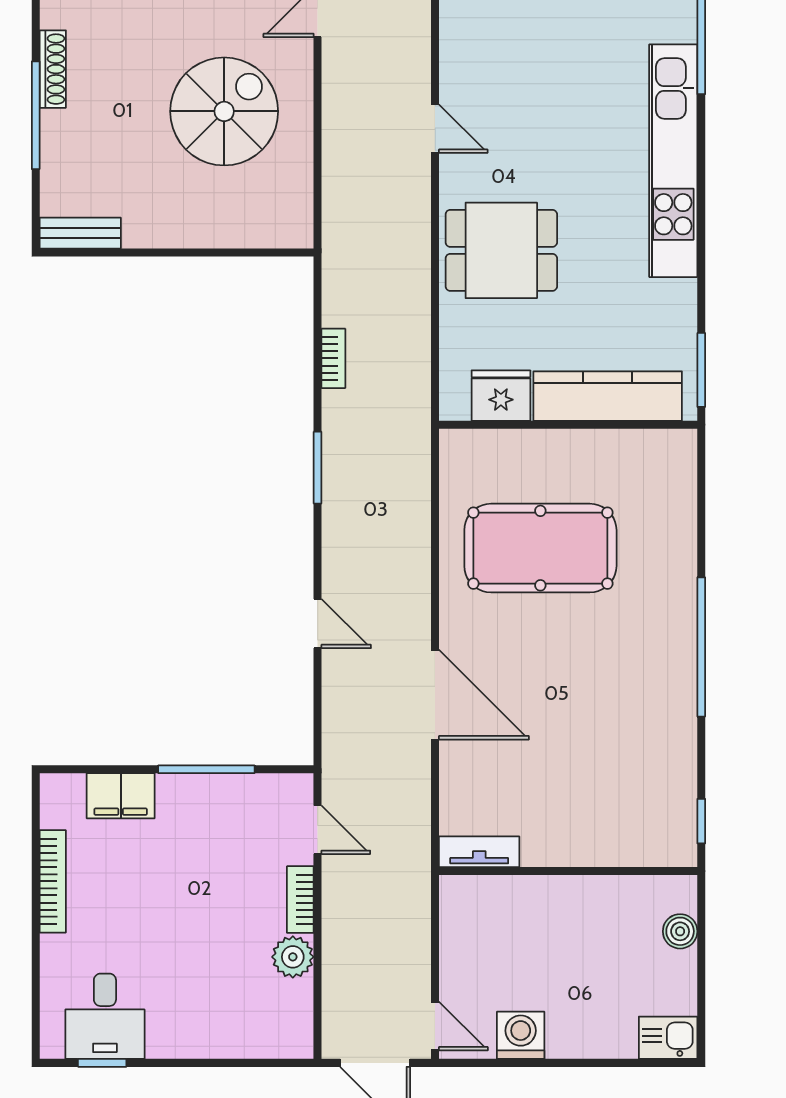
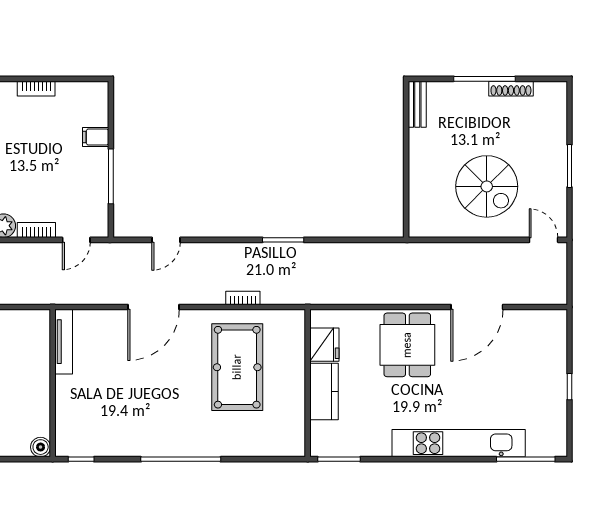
door: (435, 129) -> (477, 307), width x1.87
bookcase: (333, 358) -> (243, 298), moved, turned 180
kitchen counter: (608, 396) -> (324, 392), width x0.67
door: (318, 623) -> (166, 240), moved
filing cabinet: (121, 796) -> (96, 137), width x0.50
tv unit: (479, 852) -> (64, 342), width x1.41
bookcase: (53, 881) -> (36, 89), width x0.64
boiler: (680, 931) -> (41, 447), moved

